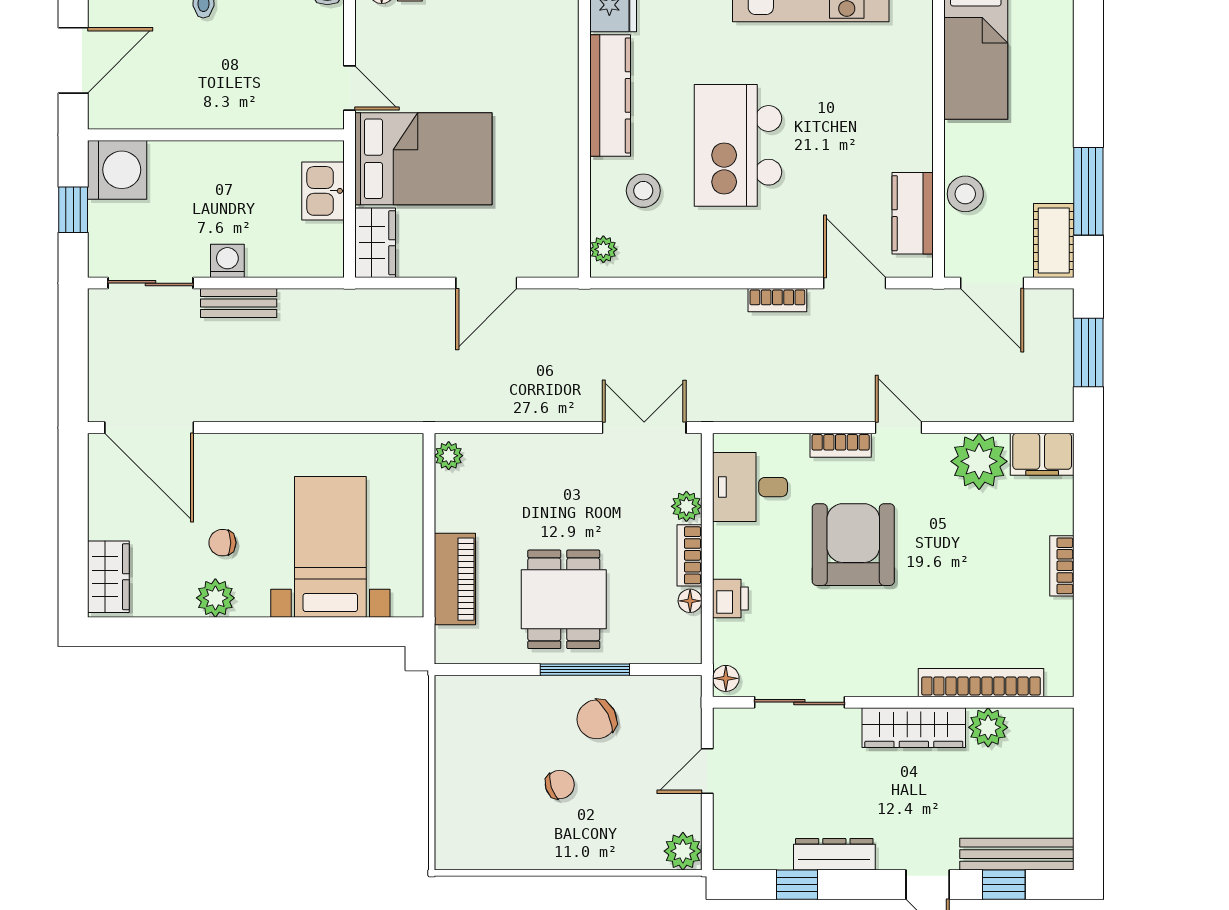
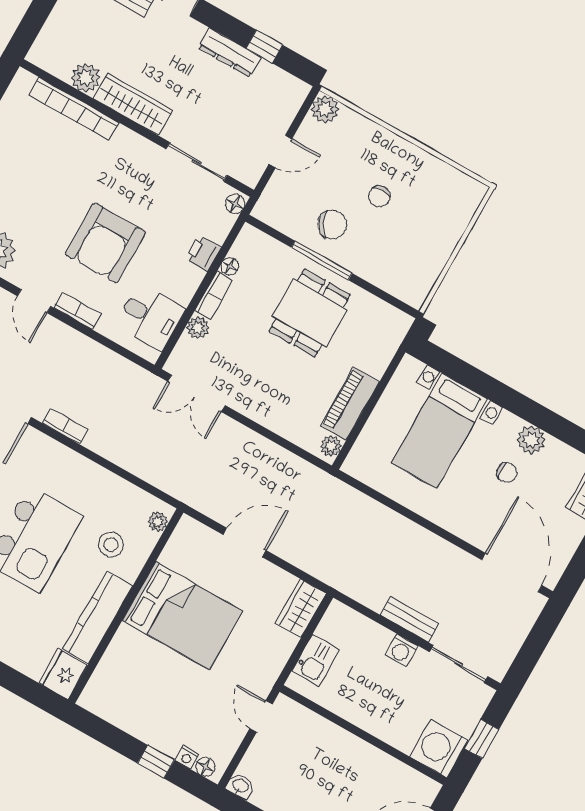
bed: (423, 159) -> (183, 616), moved, turned 180
piano: (455, 579) -> (350, 404), moved
chair: (560, 785) -> (379, 196), turned -72

